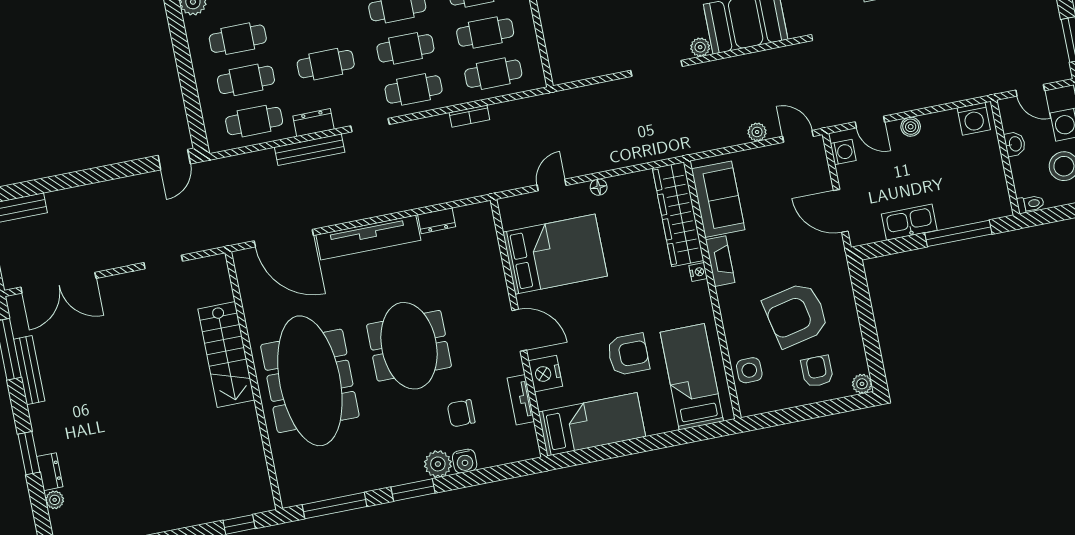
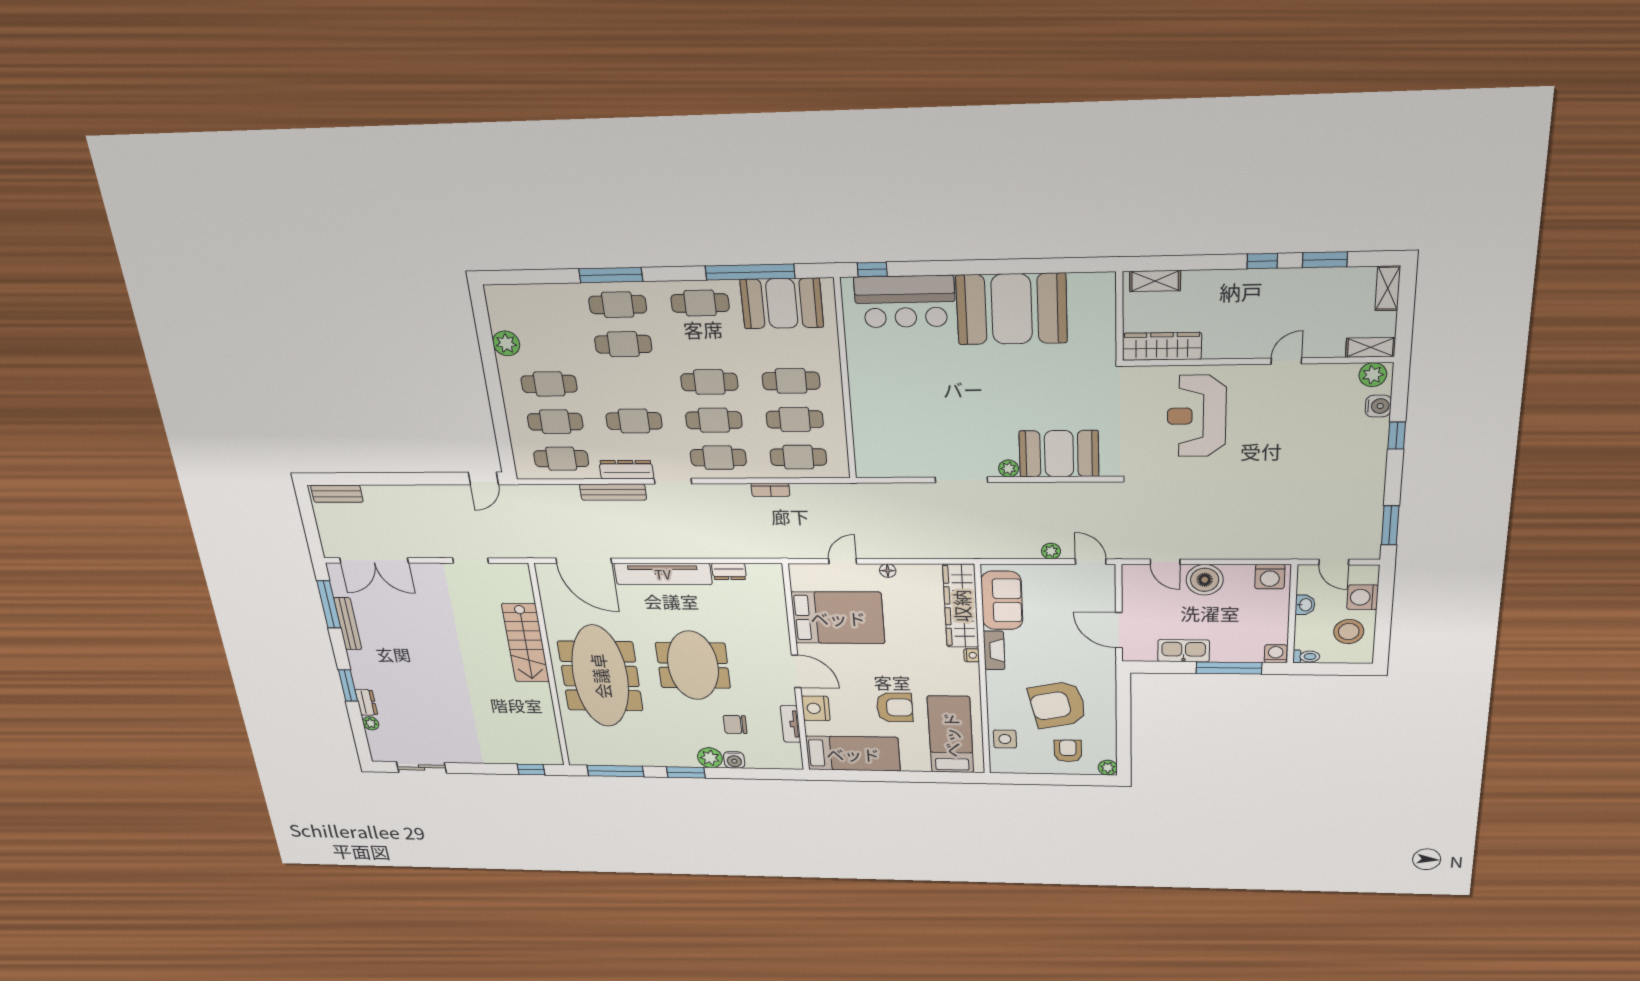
dresser: (313, 123) -> (626, 470), width x1.44
boiler: (911, 127) -> (1205, 580), width x1.86, depth x1.86
washing machine: (843, 152) -> (1276, 654), moved, turned -90

